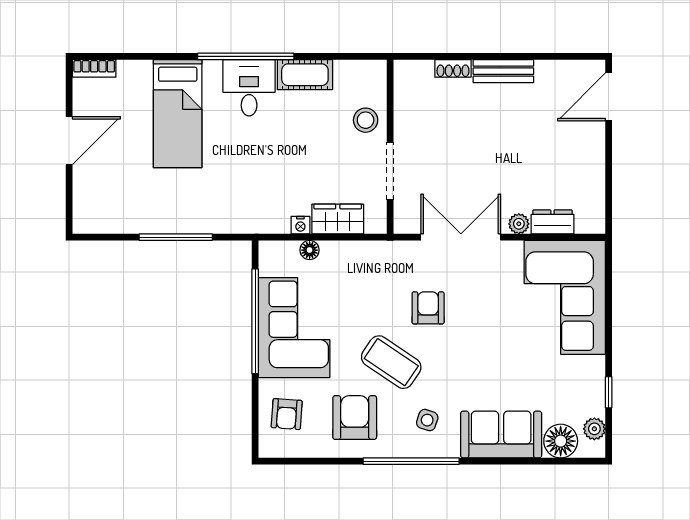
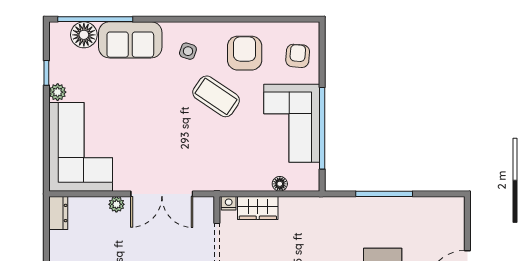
dresser: (552, 222) -> (58, 213), moved, turned -90
nightstand: (300, 225) -> (229, 203), moved
armchair: (428, 308) -> (187, 139), removed
armchair: (355, 418) -> (245, 53), turned 180
plant: (594, 429) -> (58, 92), moved
window: (411, 461) -> (95, 19), moved

